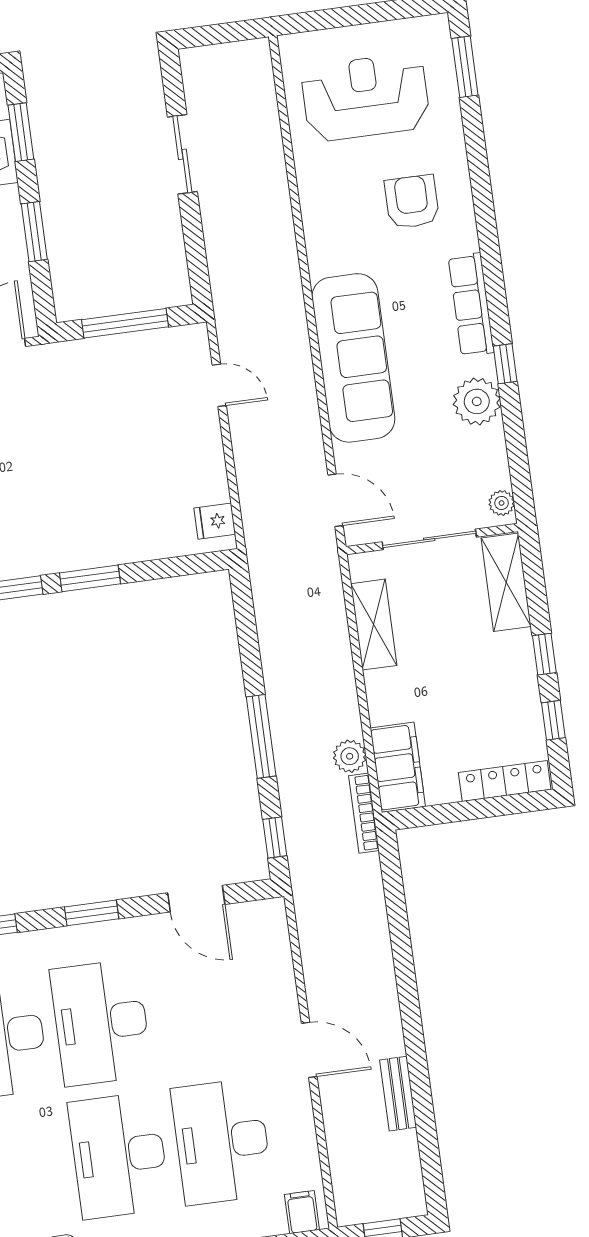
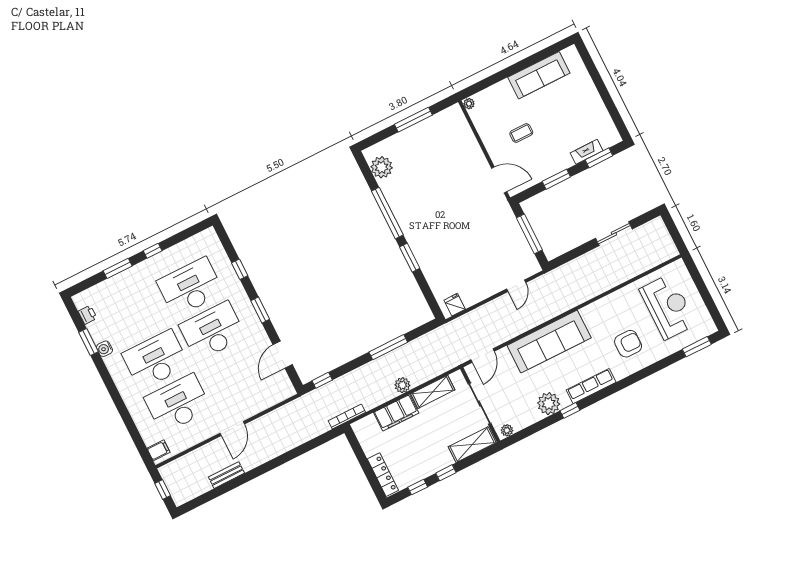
window: (261, 736) -> (388, 347), moved
plant: (350, 756) -> (402, 385), moved
filing cabinet: (398, 767) -> (396, 413), moved

